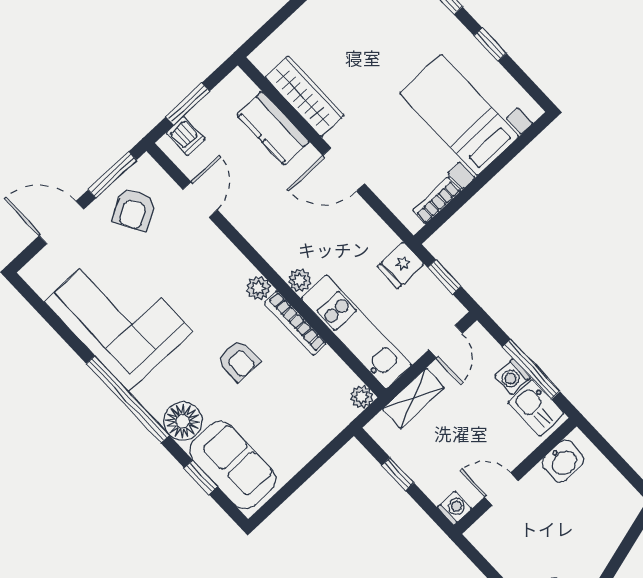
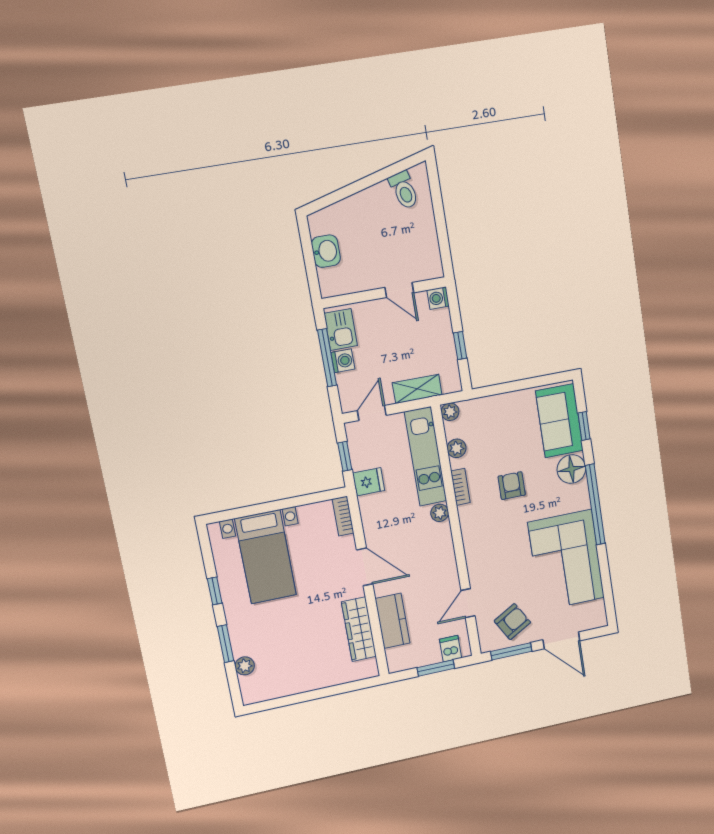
bookcase: (437, 200) -> (343, 516), moved, turned 90
plant: (258, 288) -> (457, 448), moved
bookcase: (295, 323) -> (461, 487), width x0.64
washbasin: (563, 461) -> (326, 251), moved, turned 90

